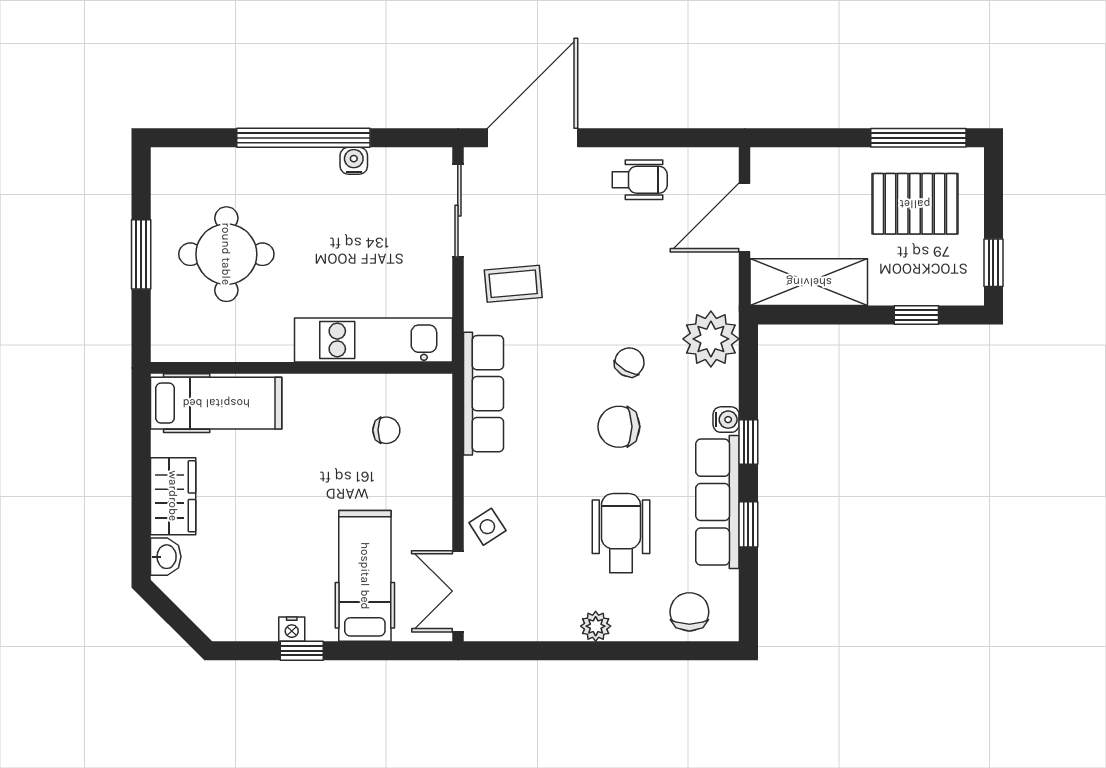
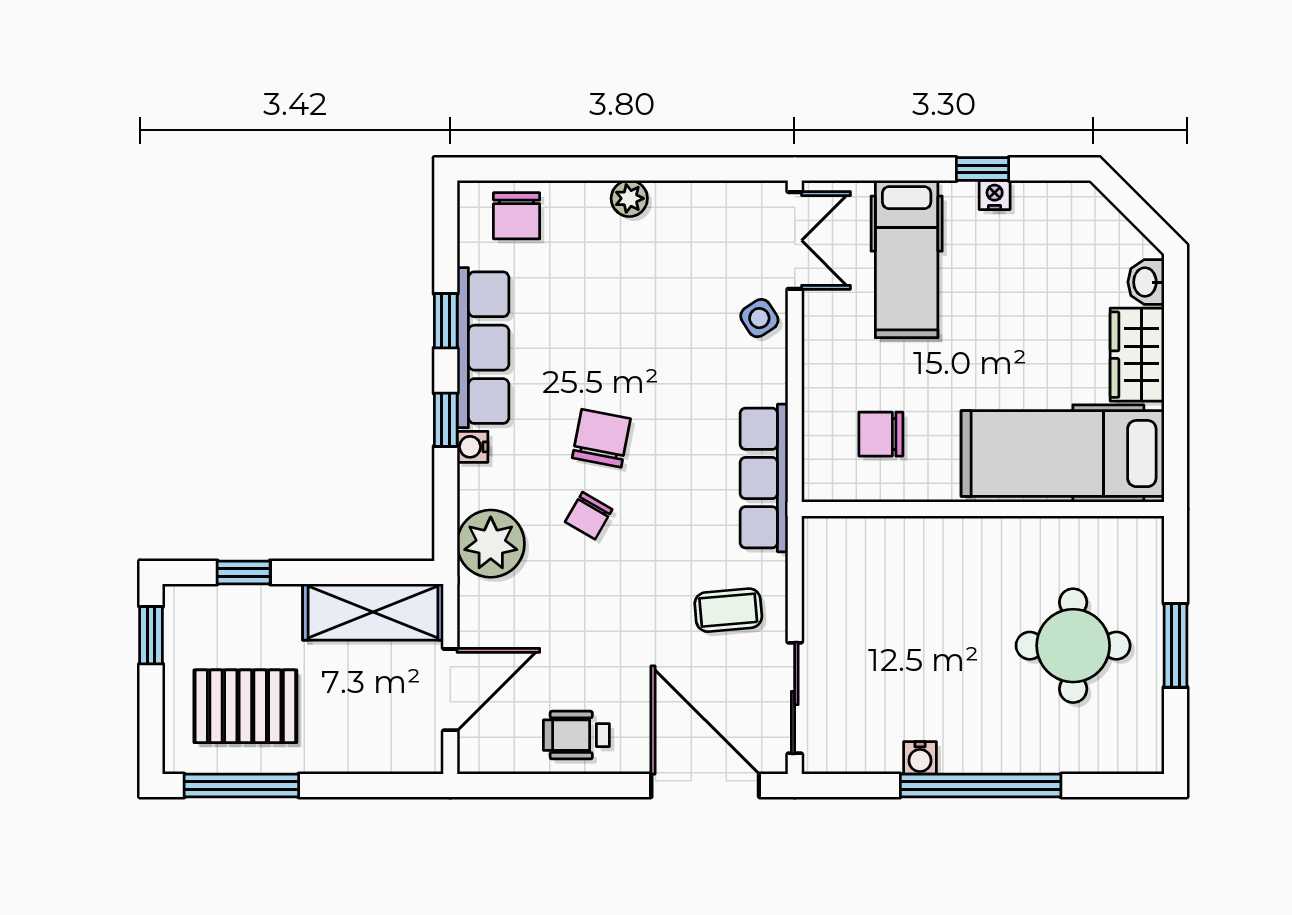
door: (532, 138) -> (705, 786), swing flipped
kitchen unit: (374, 340) -> (896, 542), removed
hospital bed: (216, 403) -> (1063, 454), width x1.37, depth x1.29
chair: (619, 427) -> (601, 438), turned -79
chair: (386, 430) -> (881, 434), width x1.37, depth x1.37
wheelchair: (621, 533) -> (599, 310), removed

